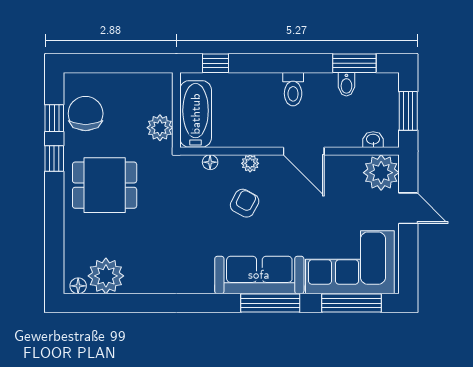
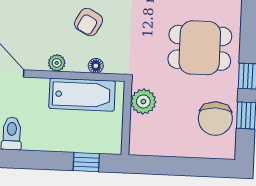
bathtub: (196, 114) -> (82, 95), moved, turned -90
armchair: (245, 203) -> (89, 22), moved

